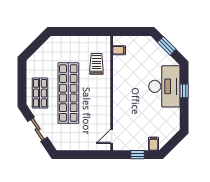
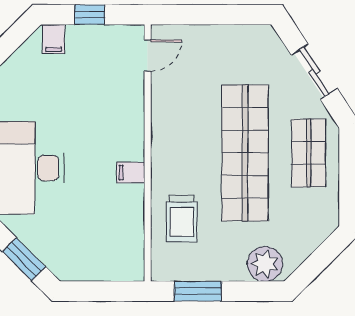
window: (89, 31) -> (198, 291), added
plant: (59, 44) -> (265, 264), added
filing cabinet: (119, 50) -> (131, 173), moved

